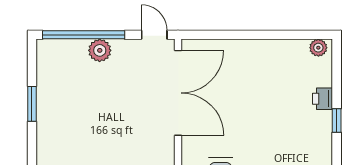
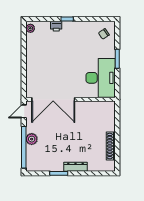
double door: (178, 93) -> (53, 99), swing flipped
dresser: (45, 137) -> (76, 167), added

